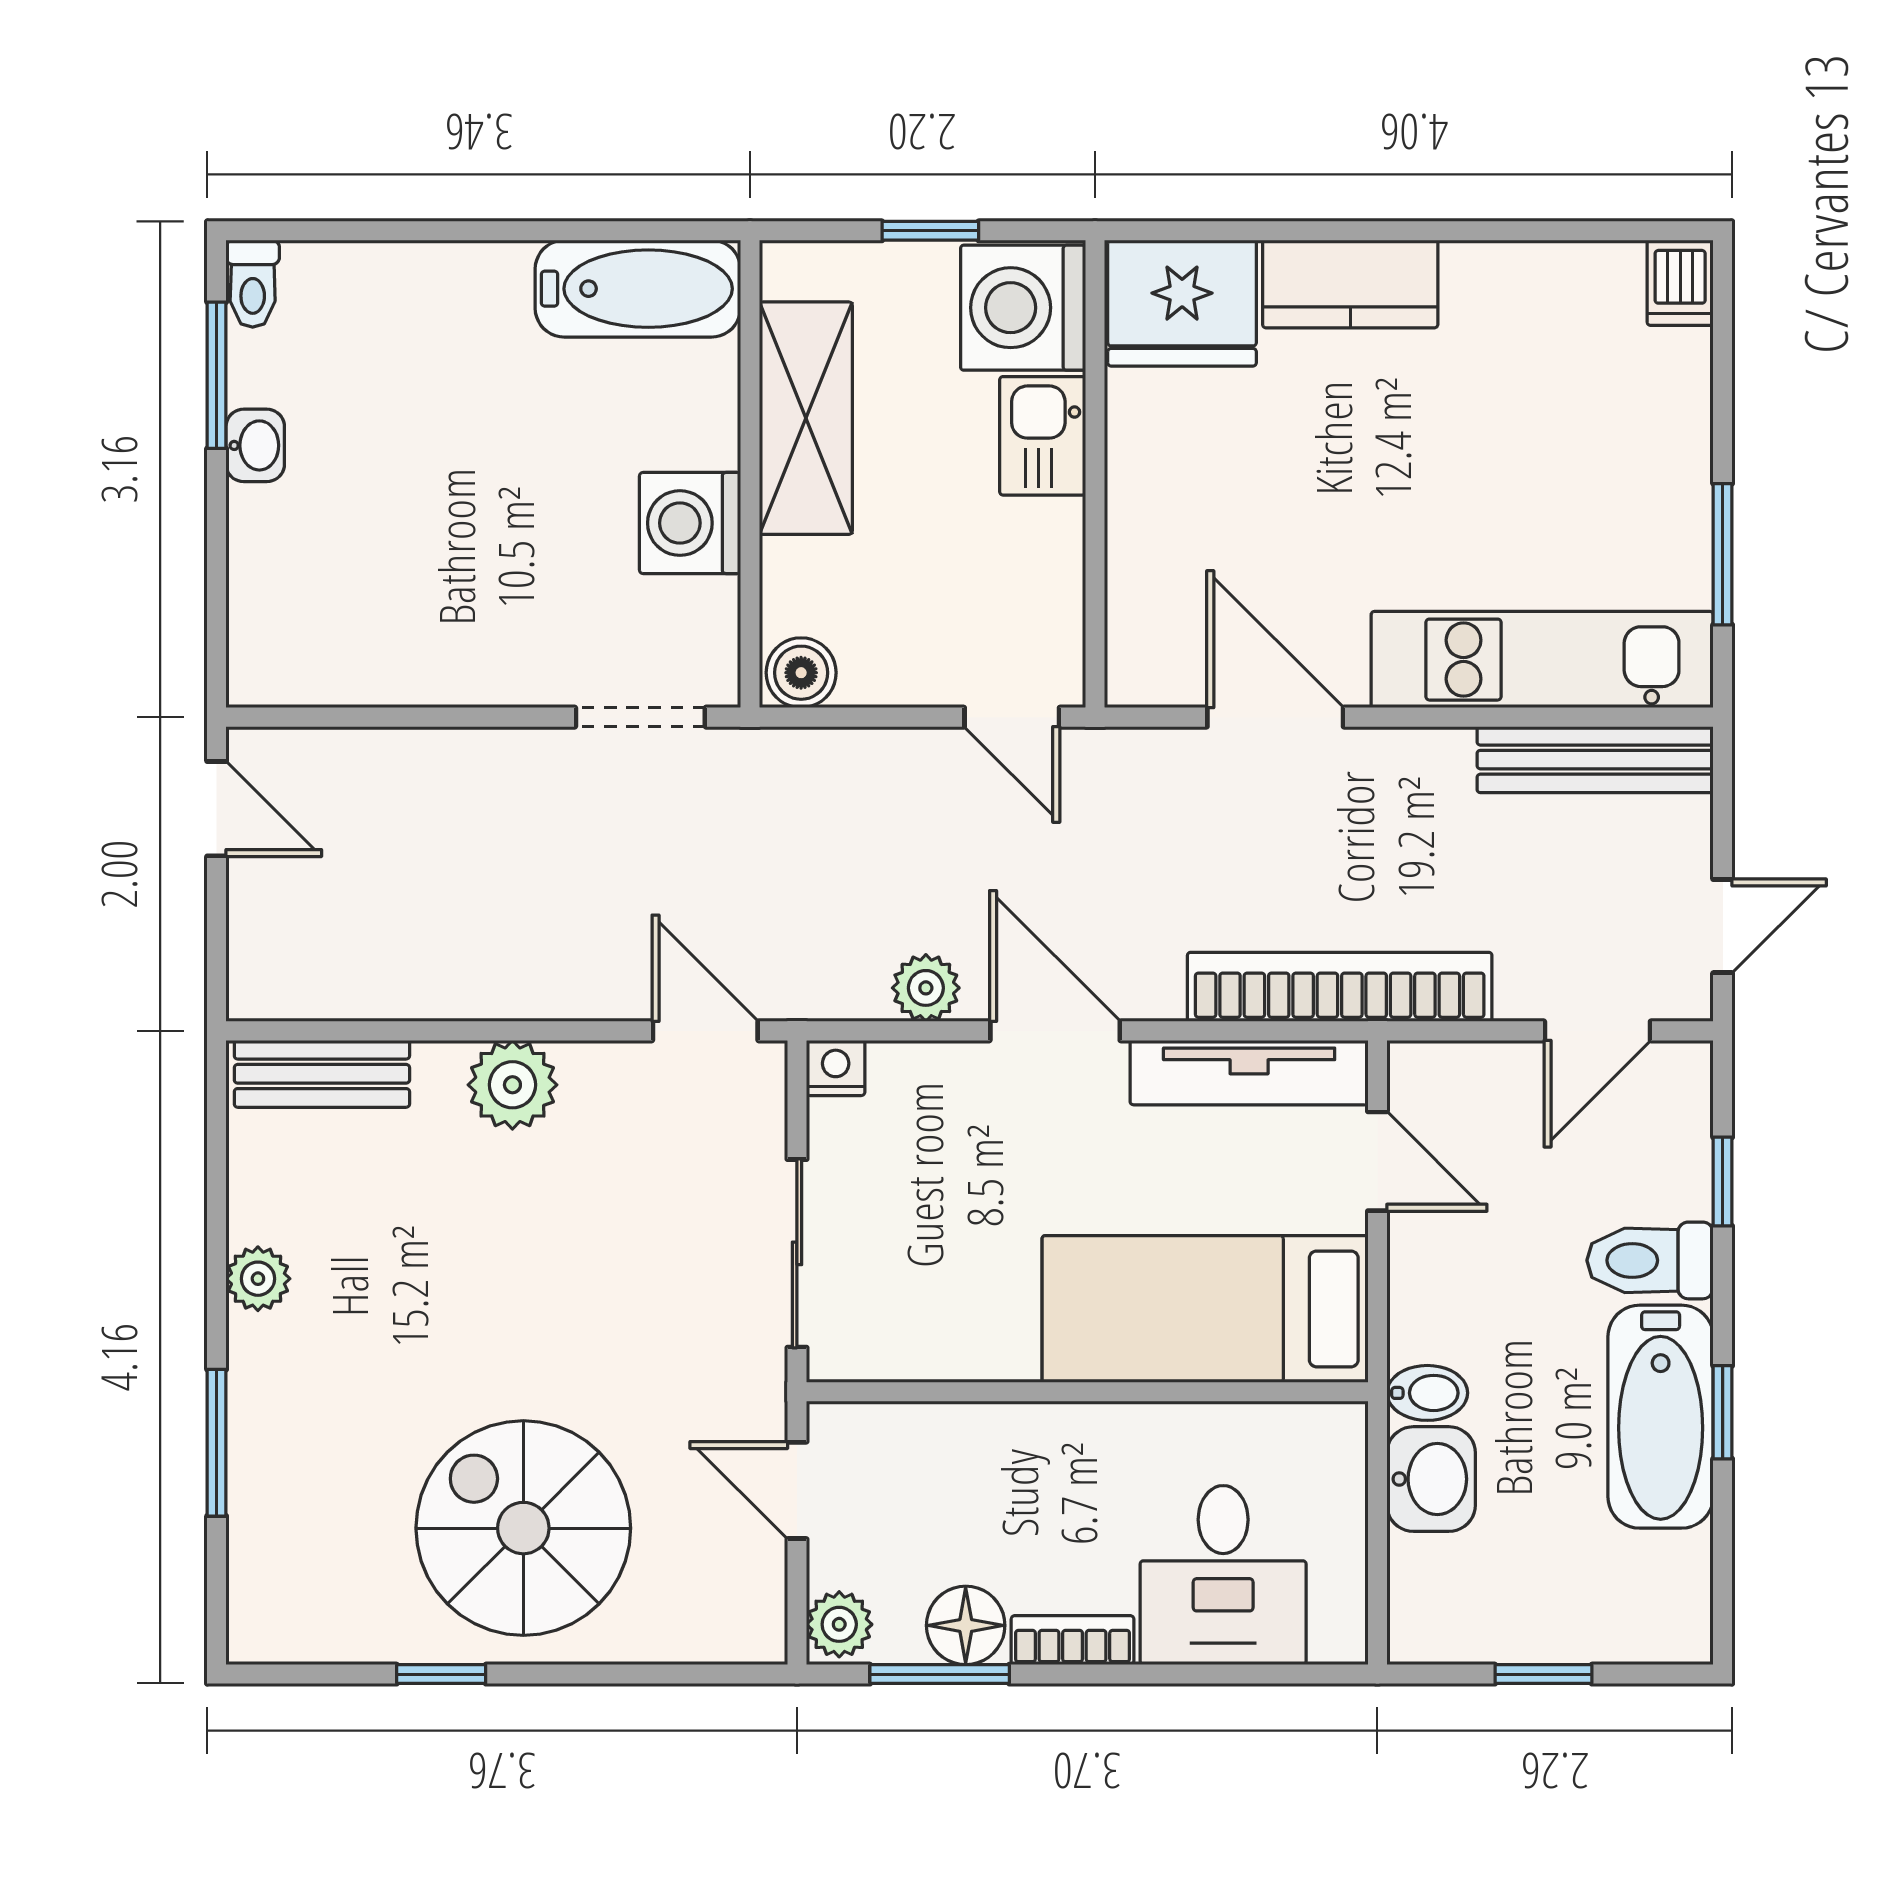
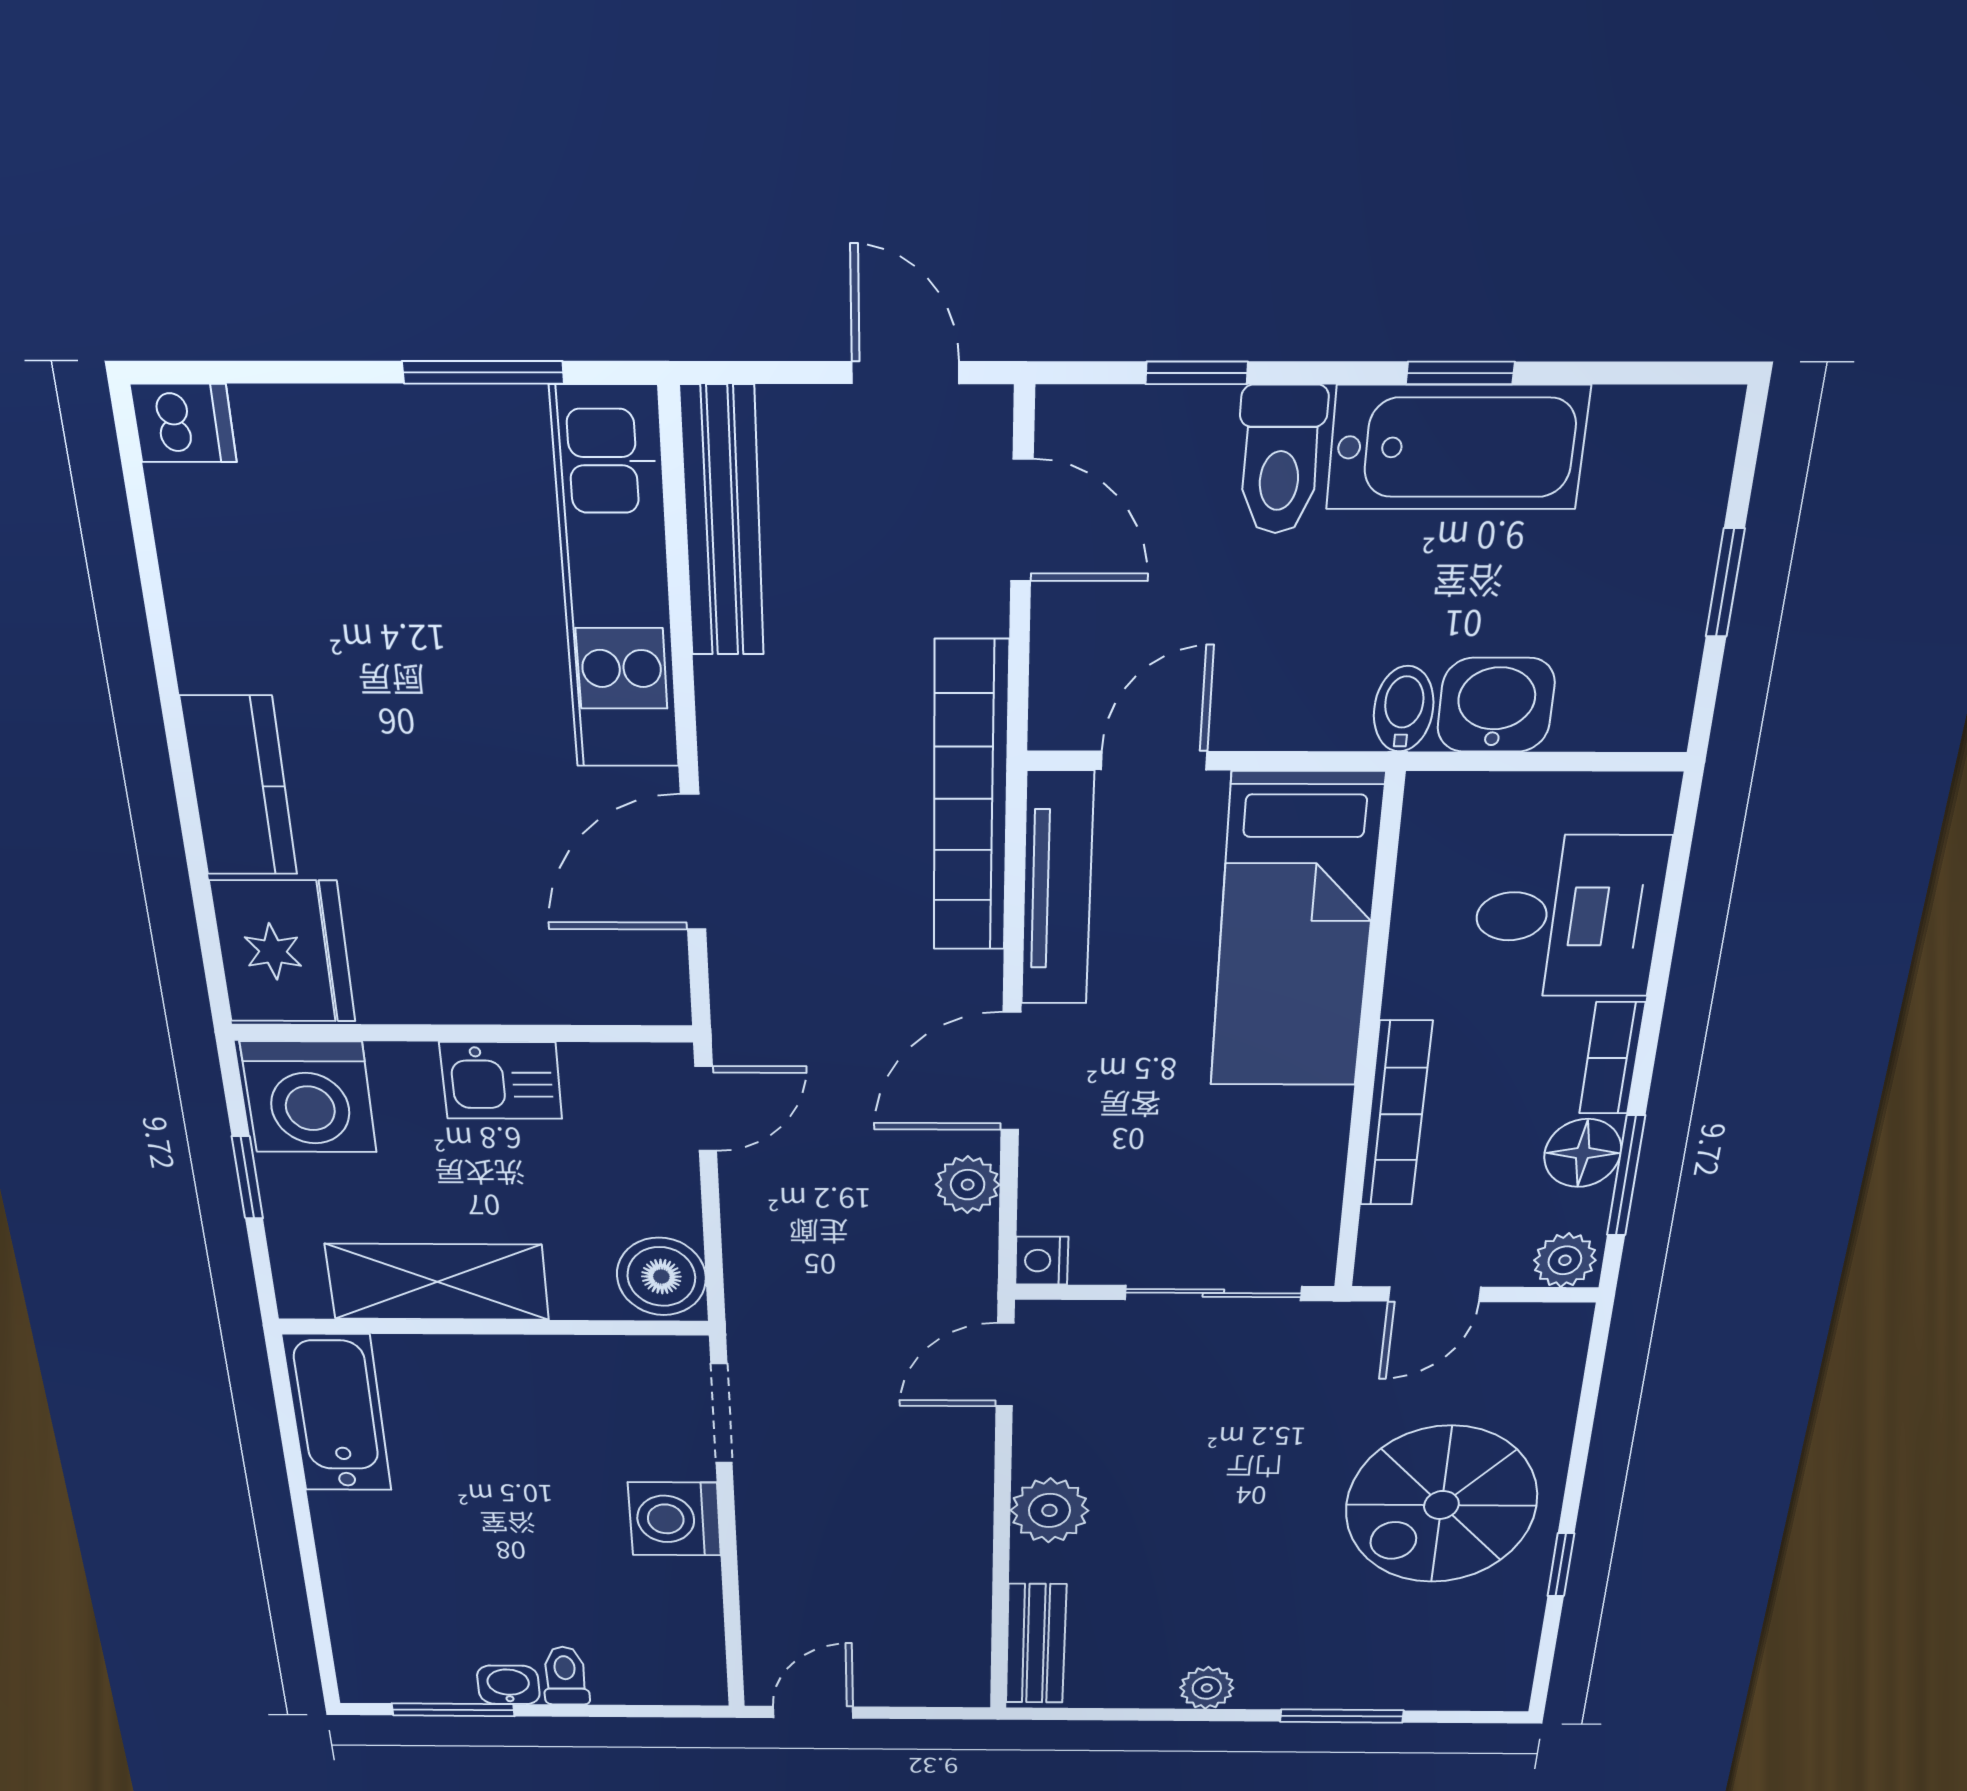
toilet: (253, 284) -> (565, 1676), moved, turned -90
kitchen sink: (1043, 436) -> (501, 1081), moved
washing machine: (690, 523) -> (675, 1519), moved, turned 90
boiler: (801, 673) -> (661, 1277), width x1.36, depth x1.36
bookcase: (1009, 1428) -> (1396, 1114), added

